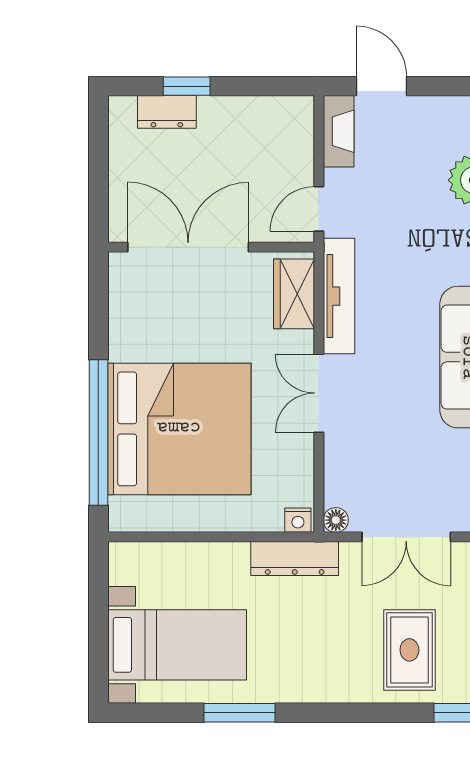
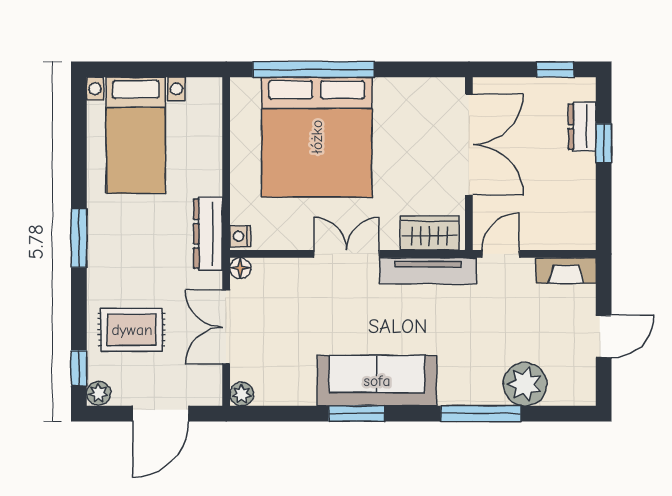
door: (381, 86) -> (604, 336), moved
window: (98, 144) -> (555, 69), added
door: (319, 209) -> (501, 254), hinge flipped
window: (239, 713) -> (79, 238), moved

